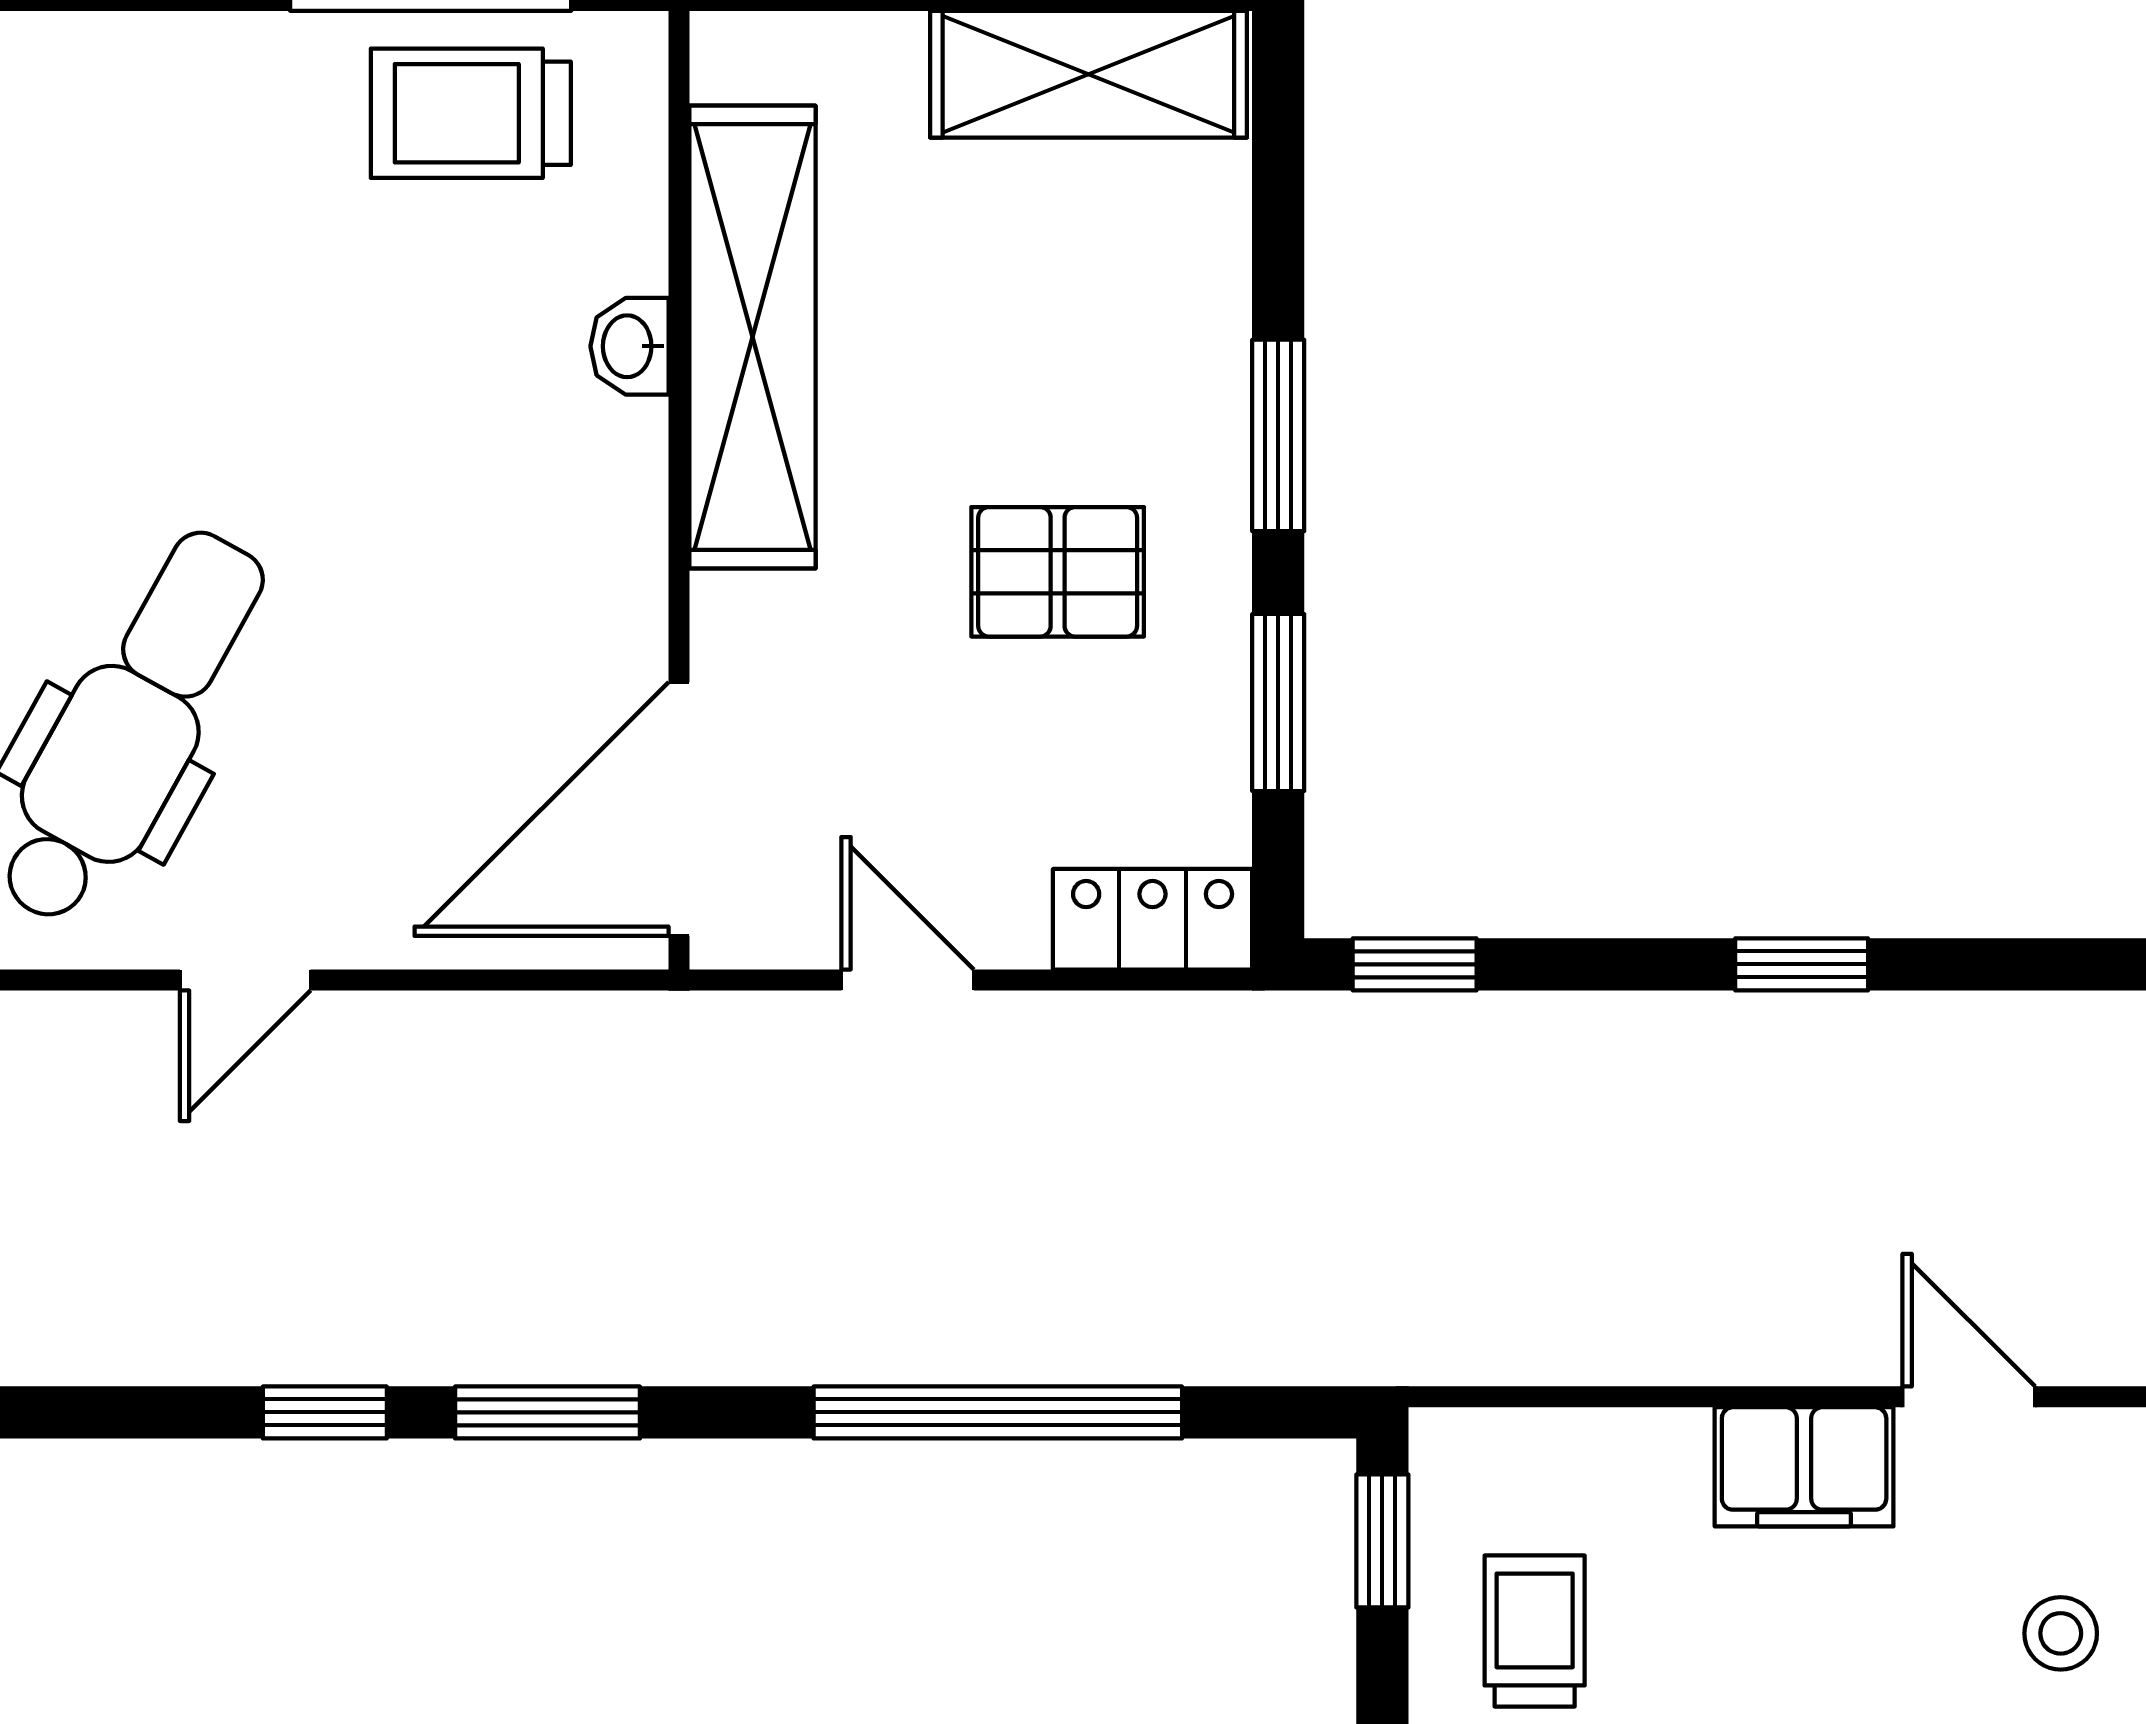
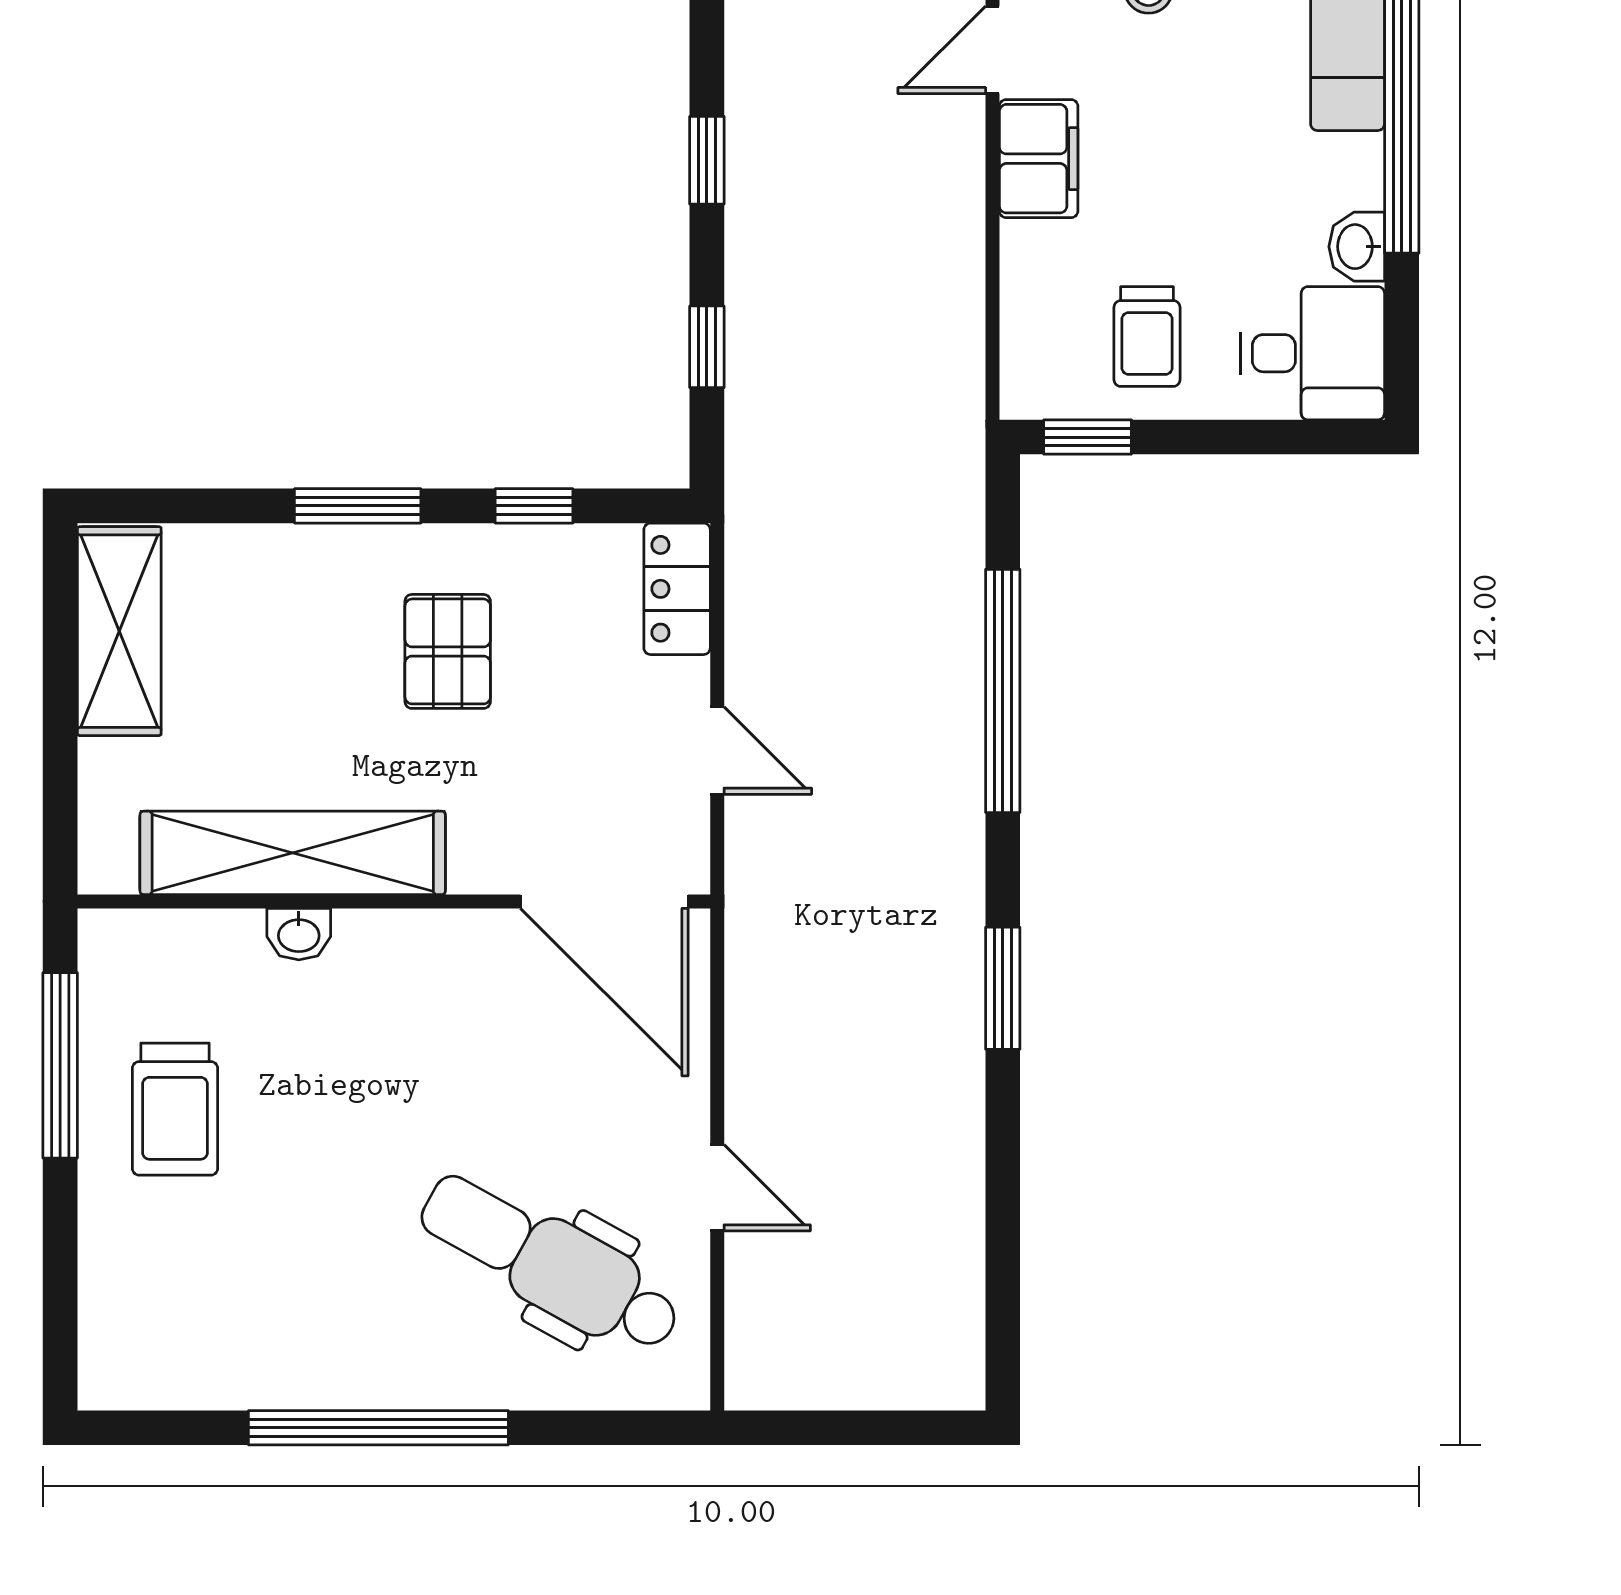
trolley: (471, 113) -> (175, 1109), moved
window: (1278, 702) -> (534, 506), width x0.67
window: (1415, 964) -> (707, 347), moved
door: (908, 980) -> (717, 751), swing flipped
window: (325, 1412) -> (1003, 1135), removed
trolley: (1535, 1631) -> (1147, 337), turned -90

